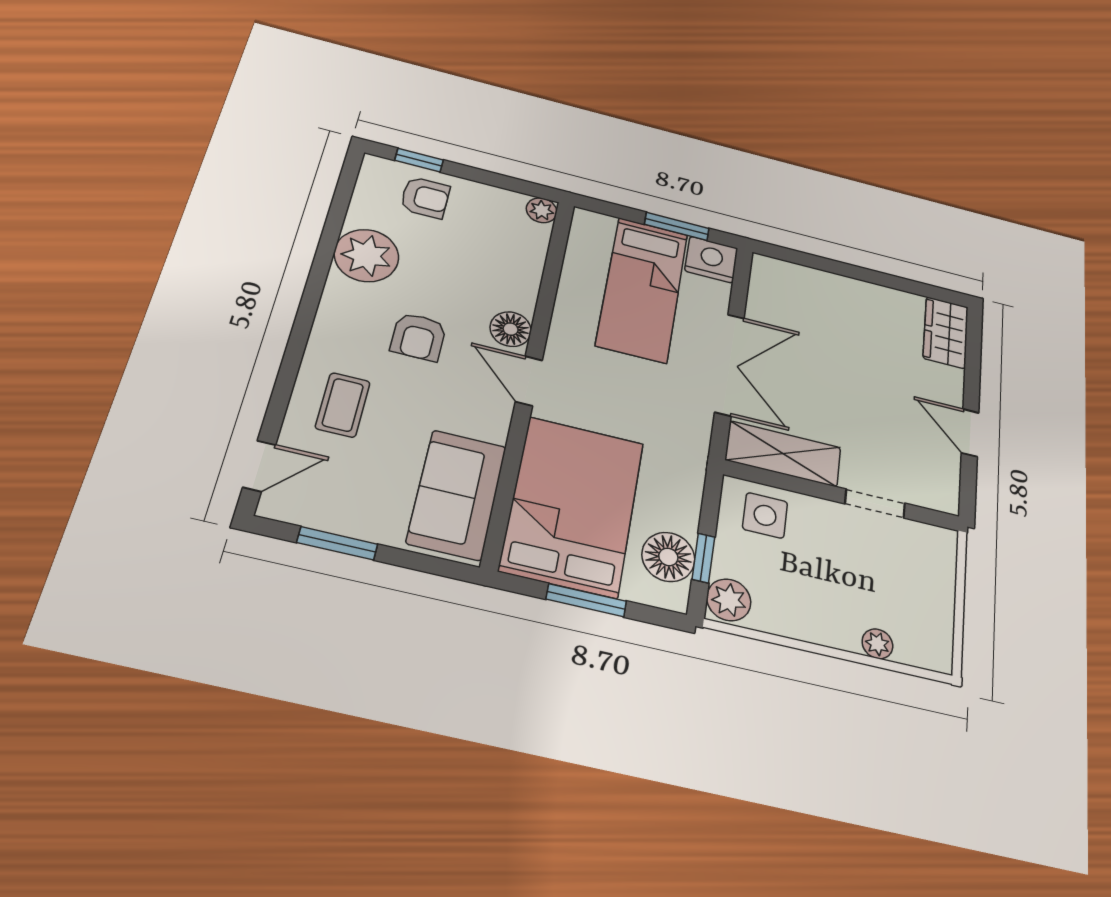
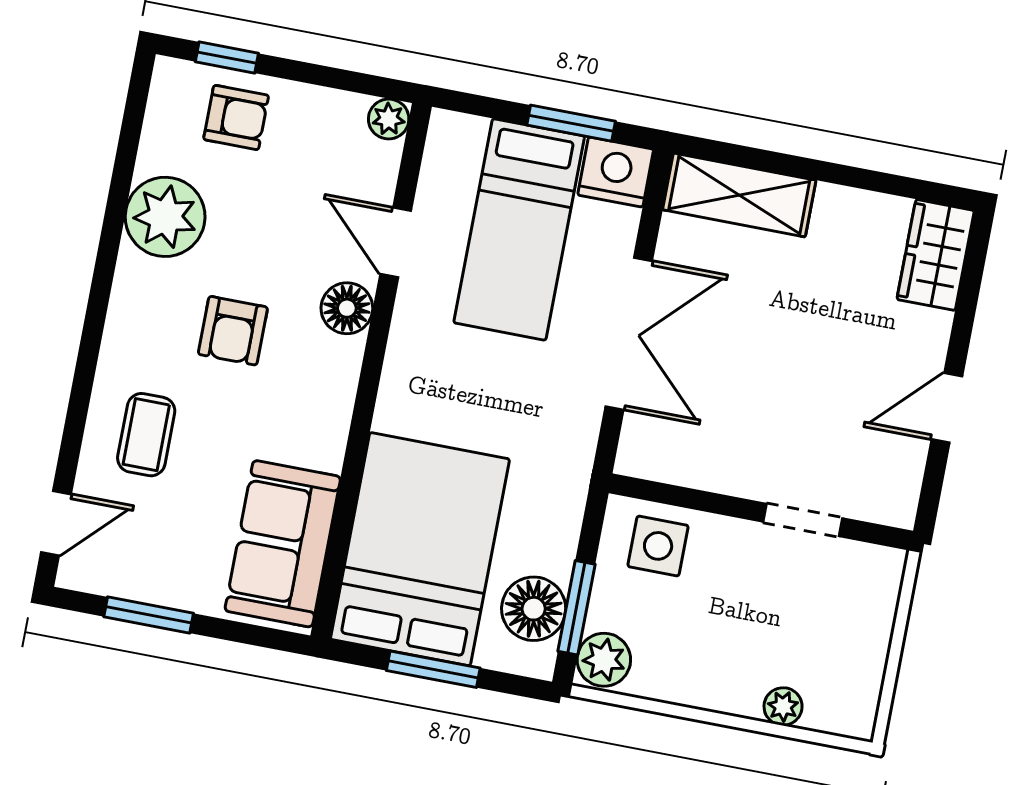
door: (529, 381) -> (396, 243), moved
door: (970, 433) -> (947, 408), hinge flipped
shelving: (783, 454) -> (739, 195), moved
window: (703, 558) -> (577, 608), width x1.50

